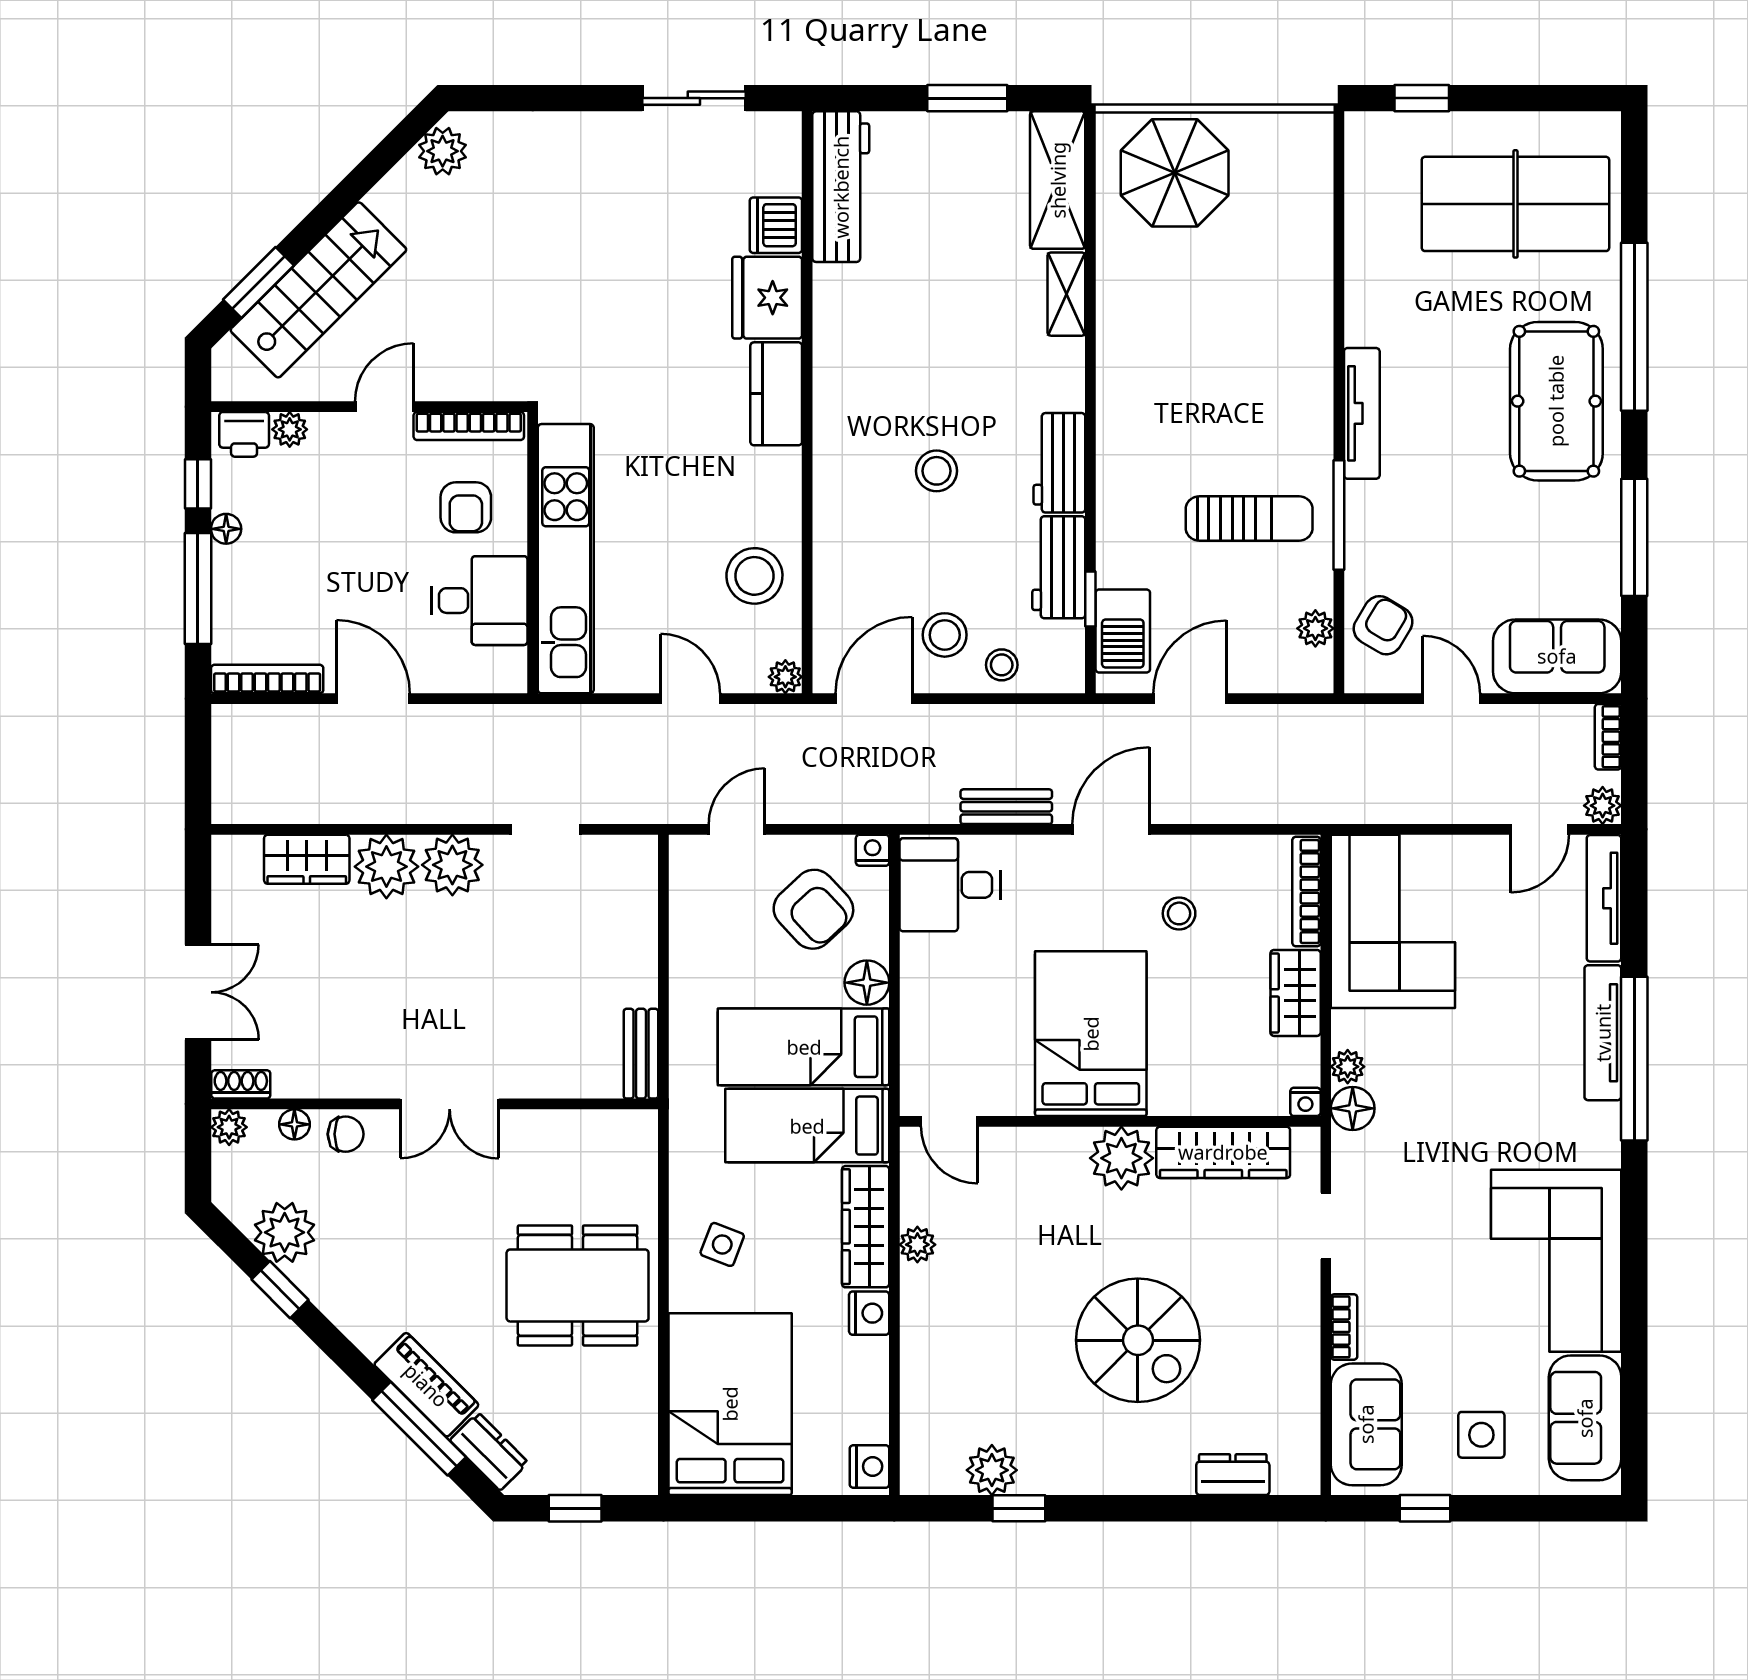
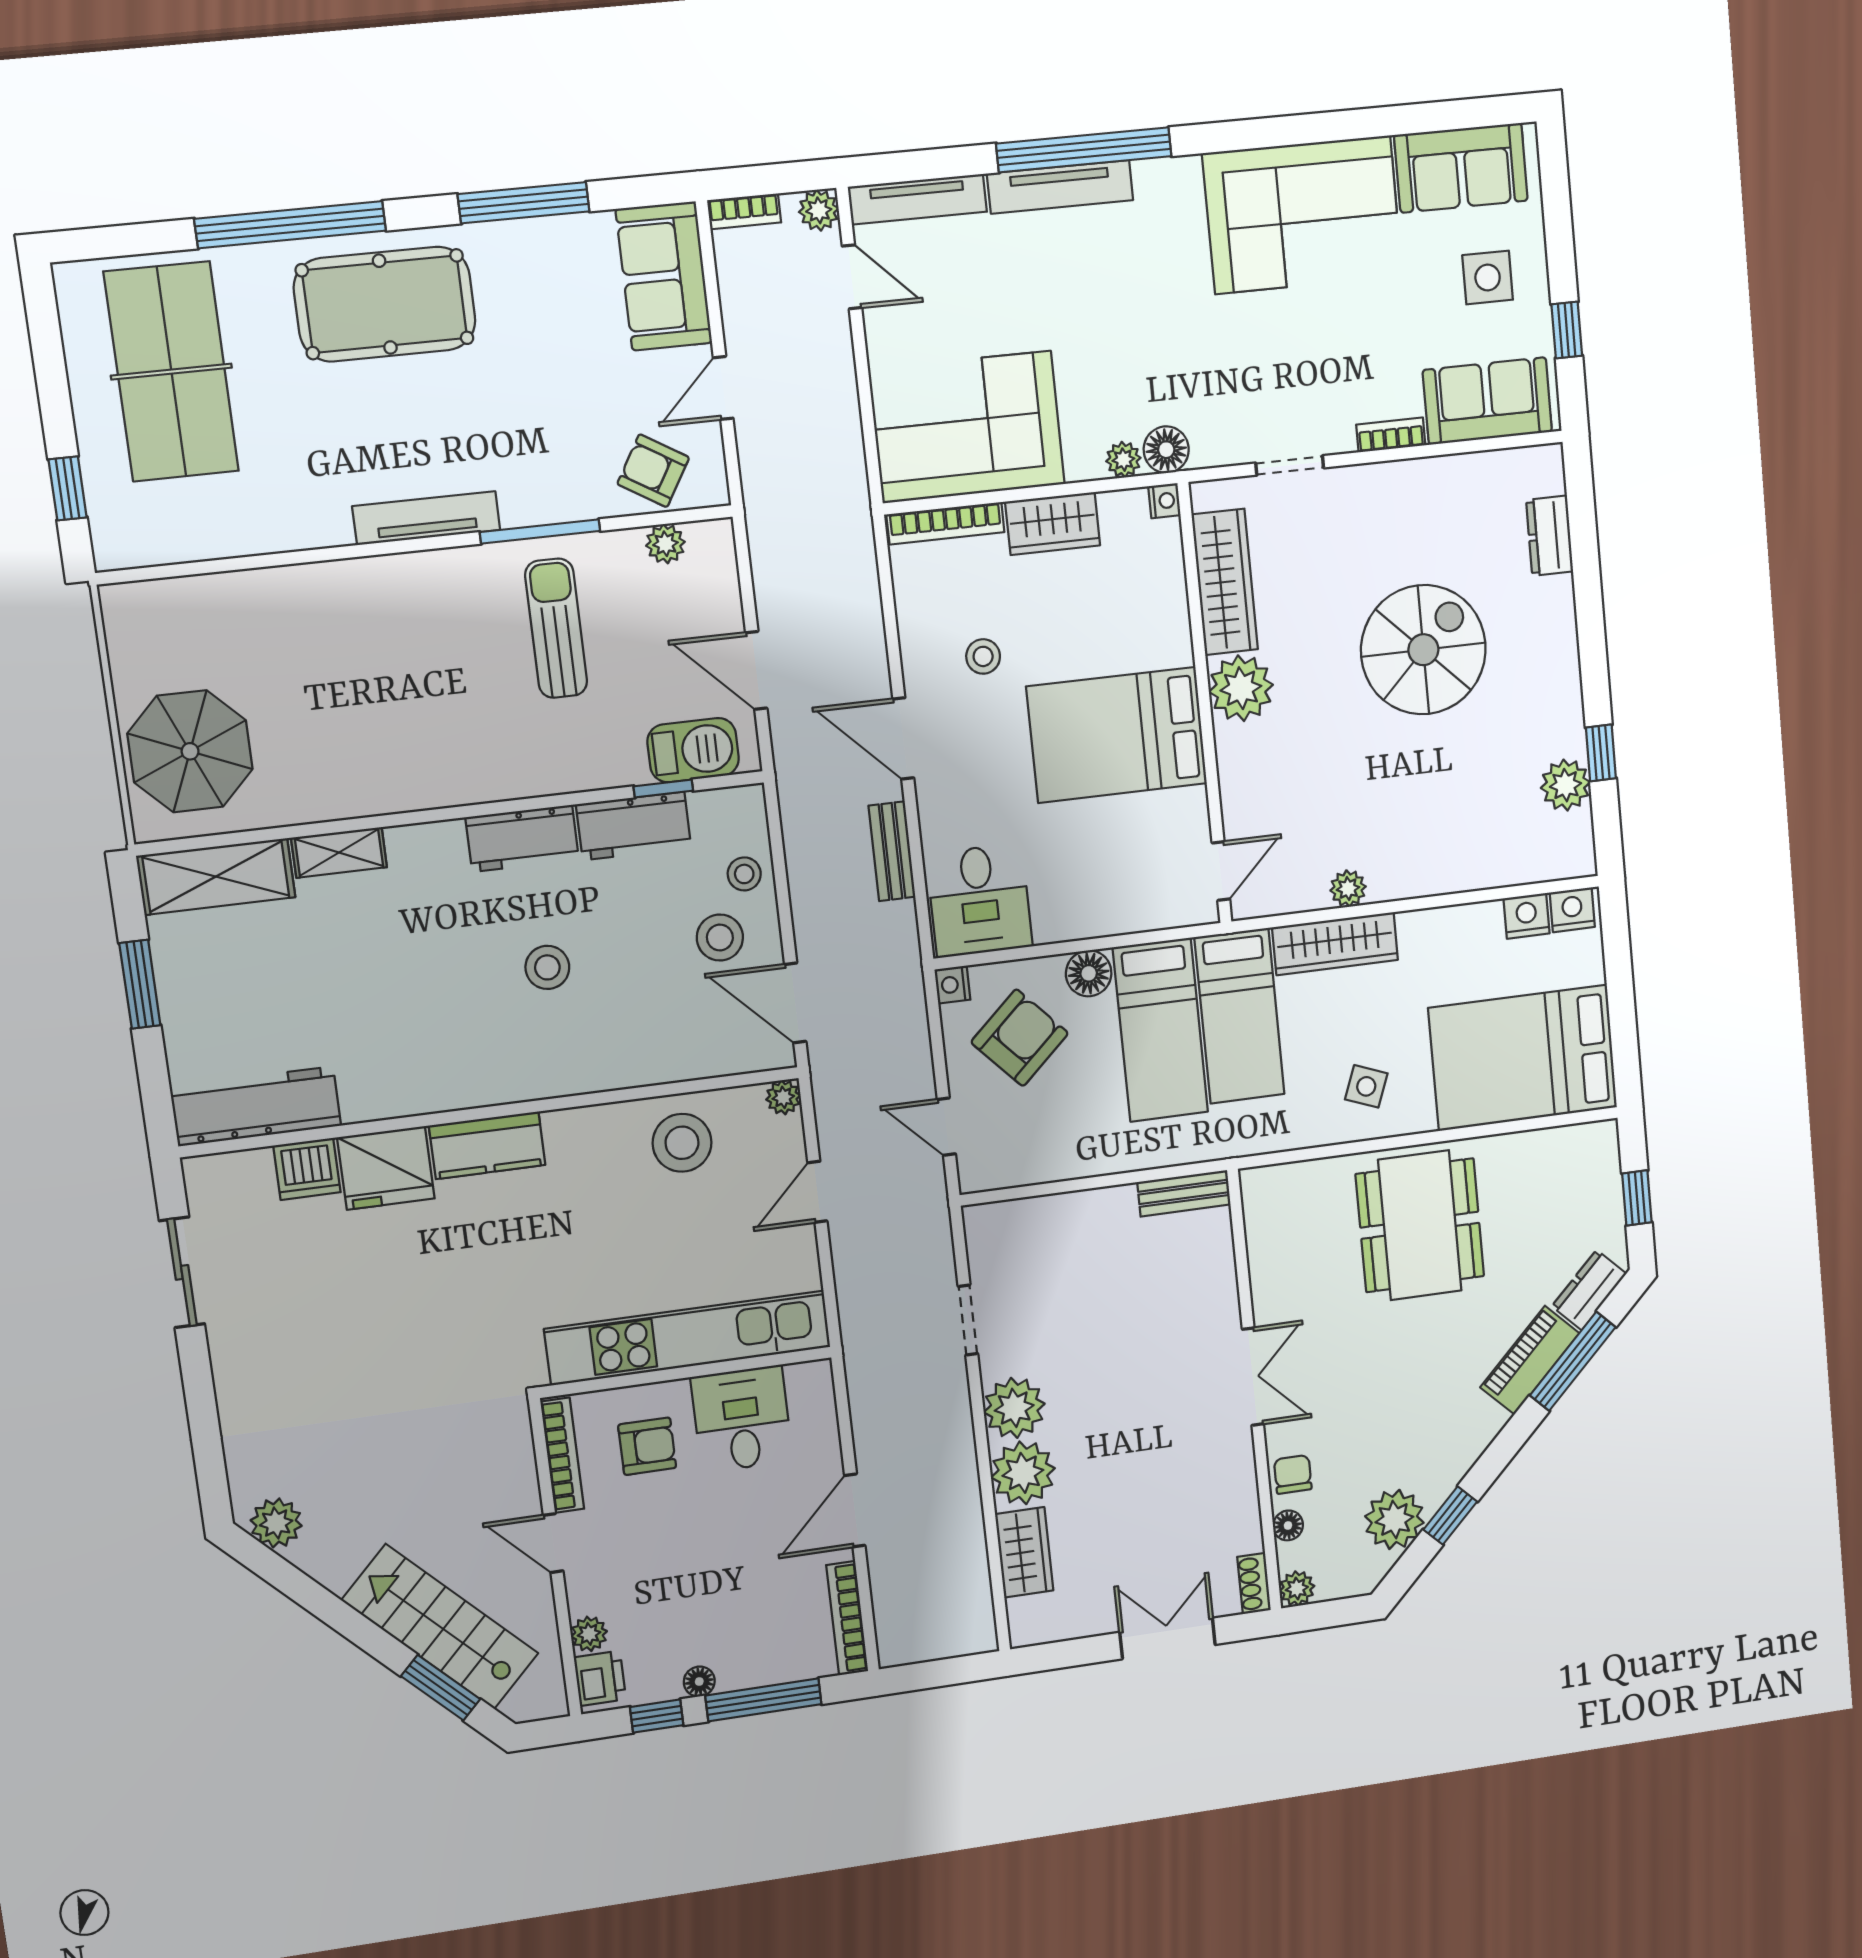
nightstand: (869, 1313) -> (1526, 916), moved

